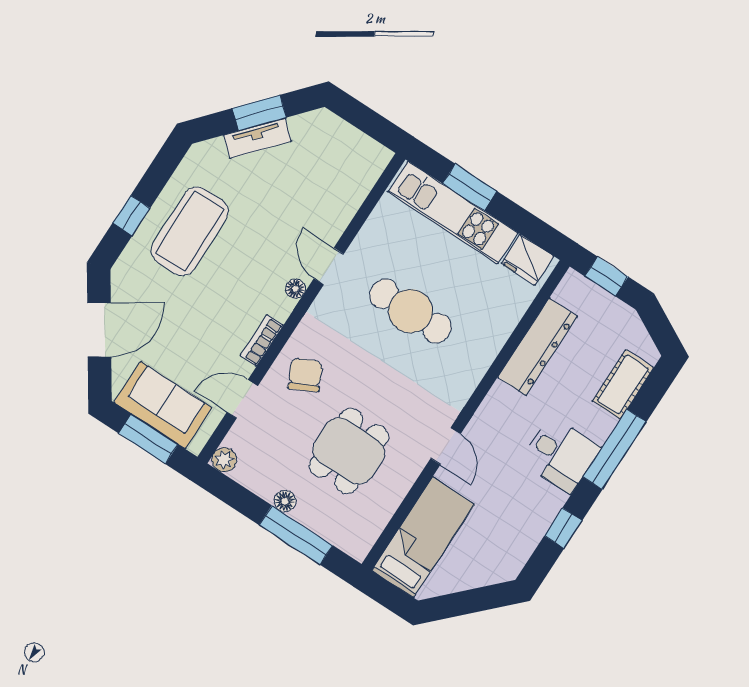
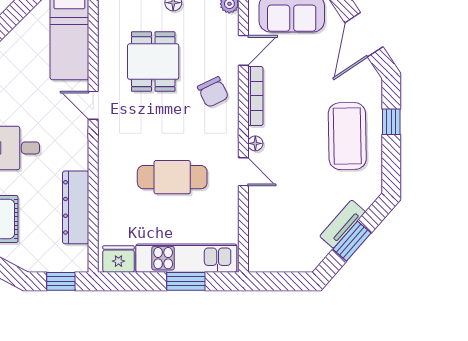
bookcase: (262, 340) -> (255, 96), width x1.56

